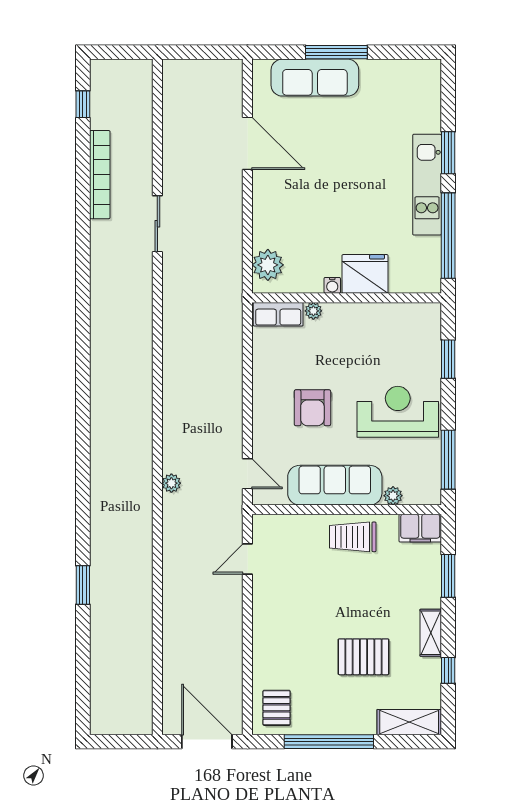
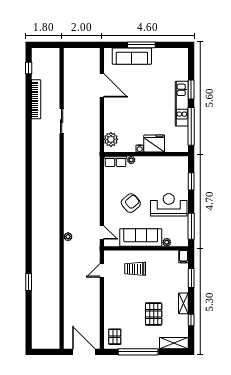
armchair: (312, 408) -> (131, 203), turned -131
filing cabinet: (420, 528) -> (183, 257), width x0.50
trolley: (353, 537) -> (135, 269), moved
pallet: (363, 657) -> (154, 314), turned 90

